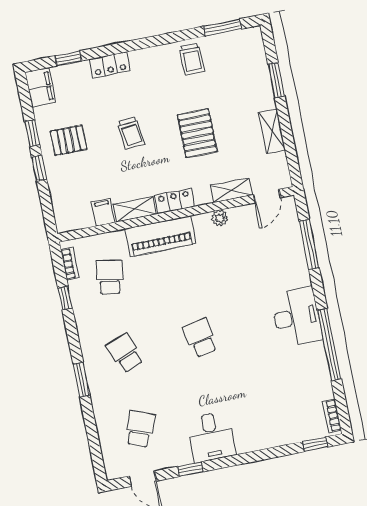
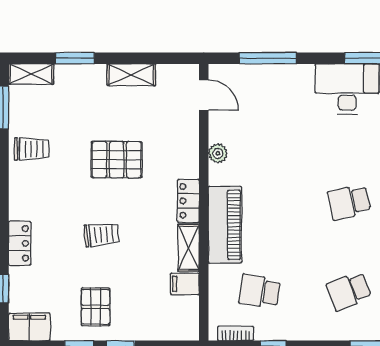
shelving: (231, 190) -> (31, 74), moved, turned 90

